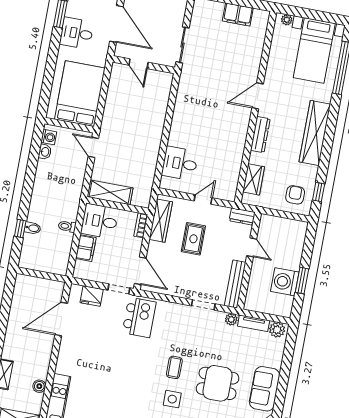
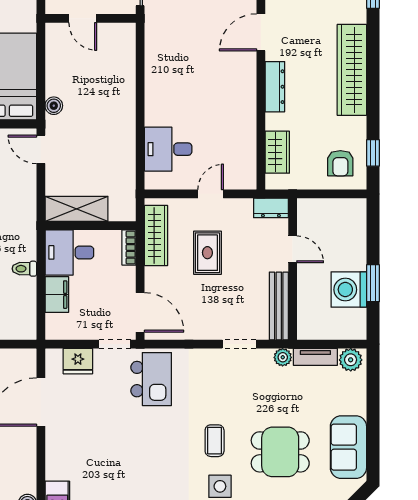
boiler: (108, 119) -> (54, 106), added
armchair: (295, 195) -> (340, 163), turned 180

